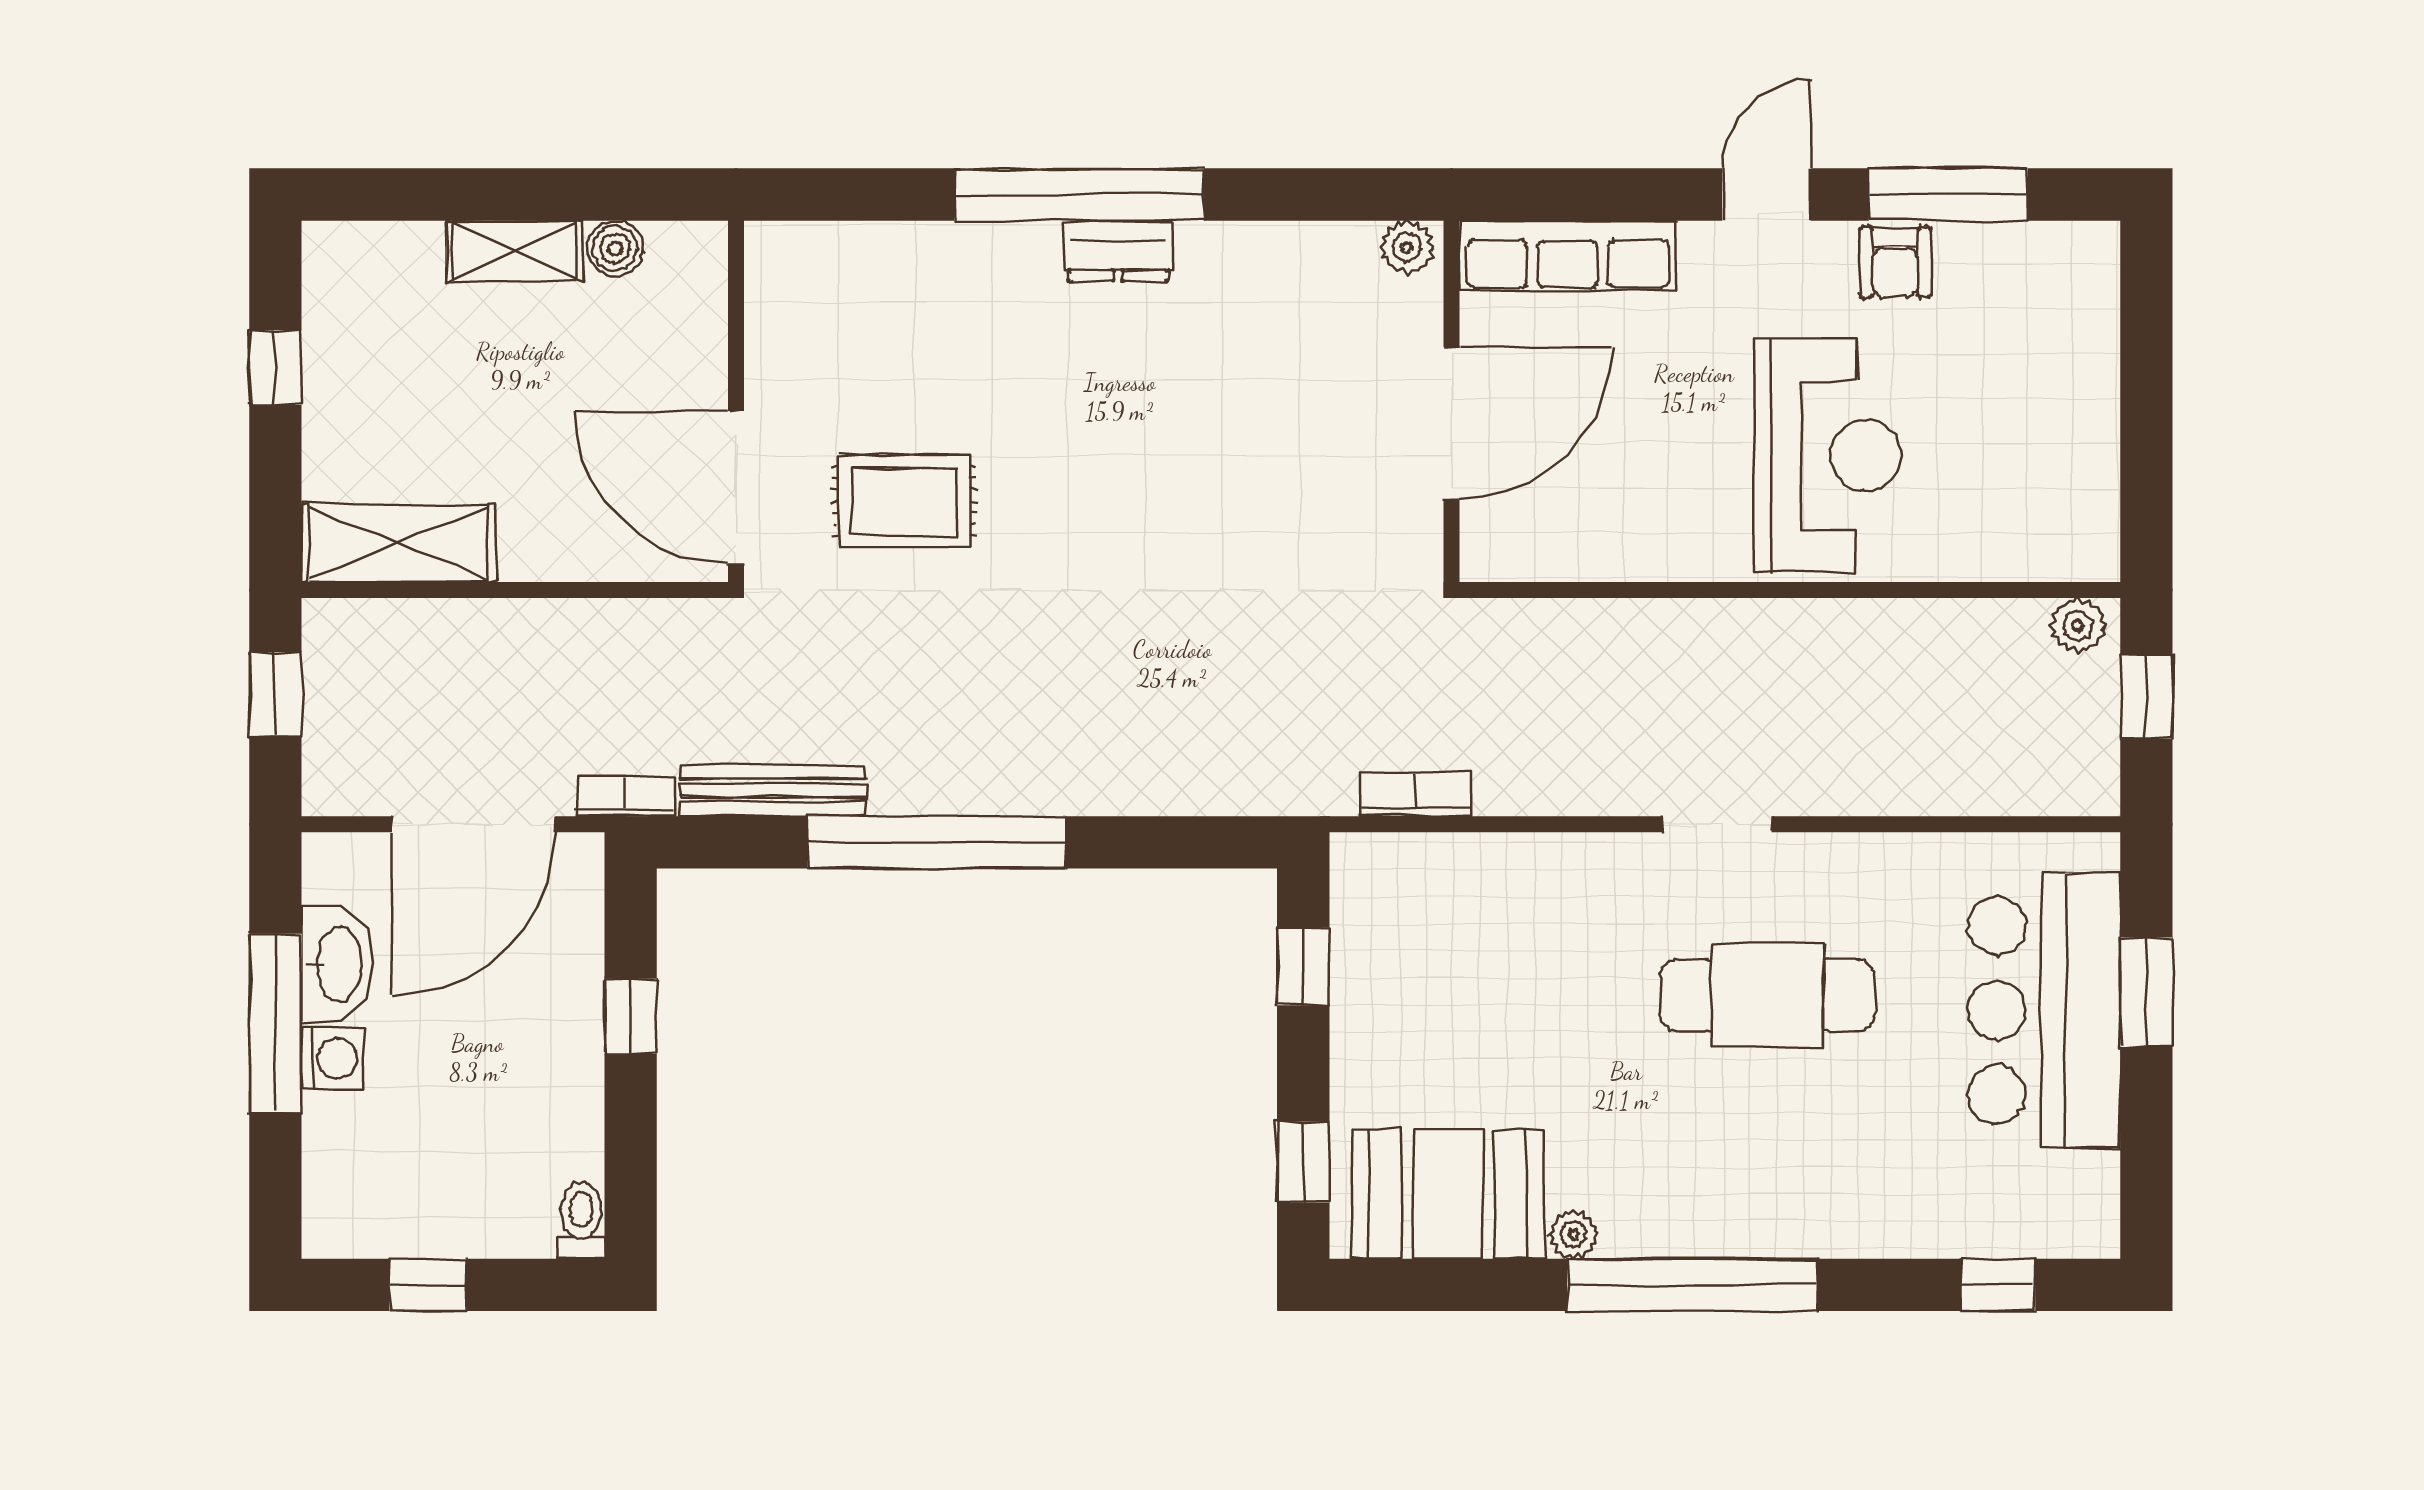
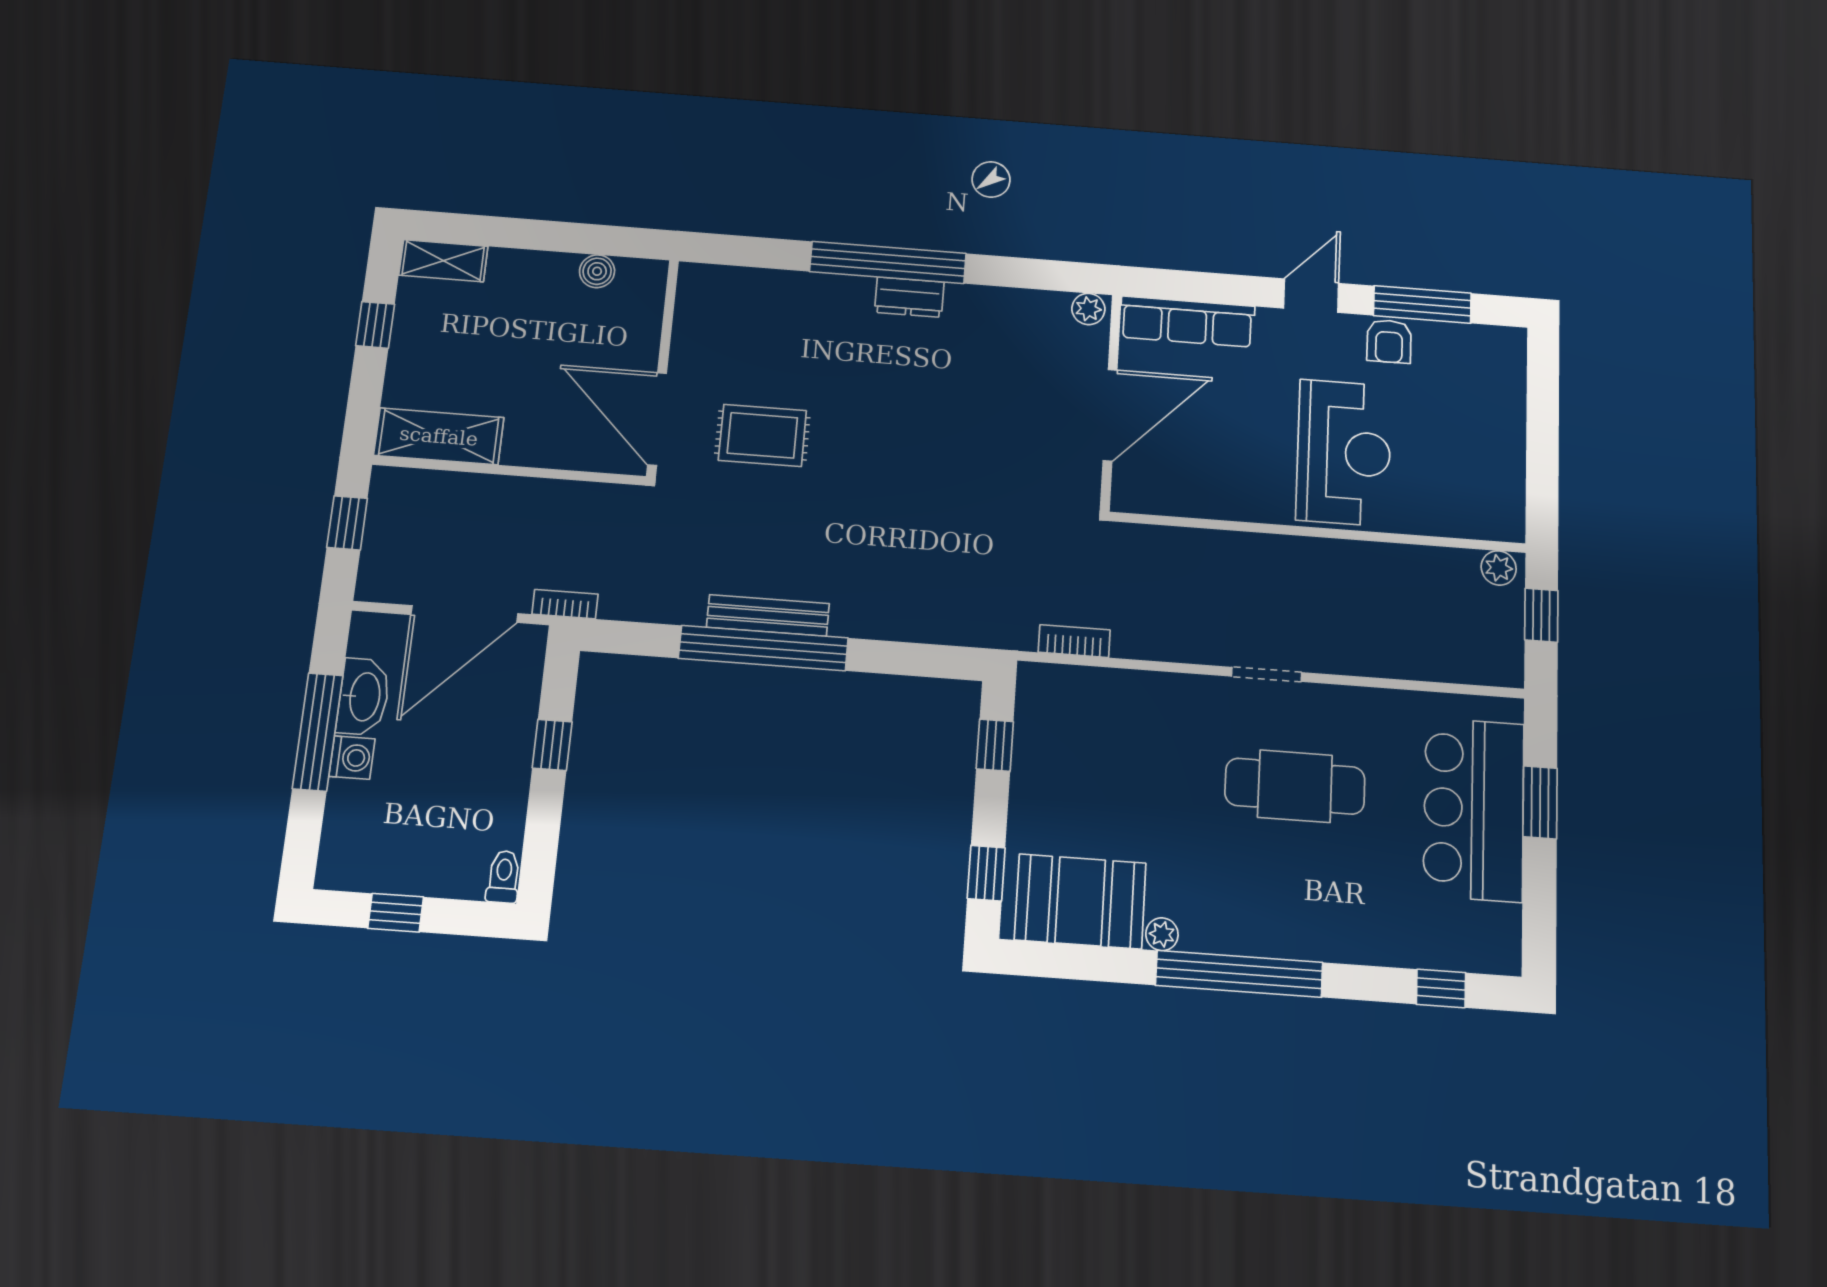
shelving: (514, 251) -> (443, 261), moved
bench: (773, 790) -> (768, 615), moved

